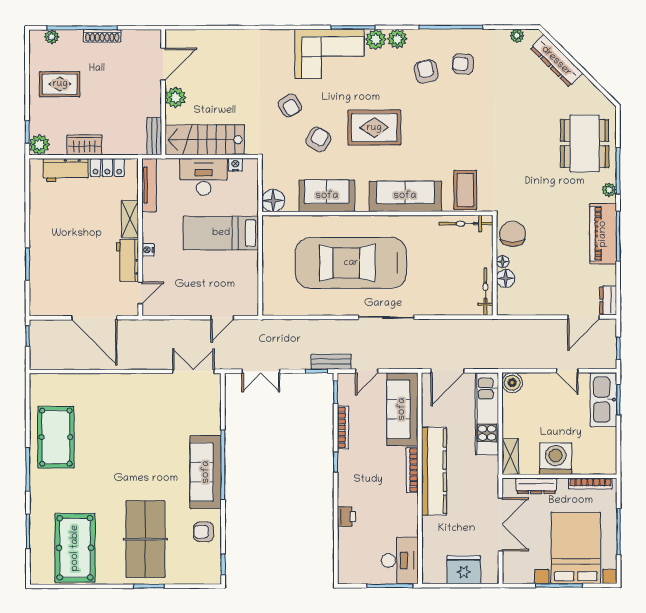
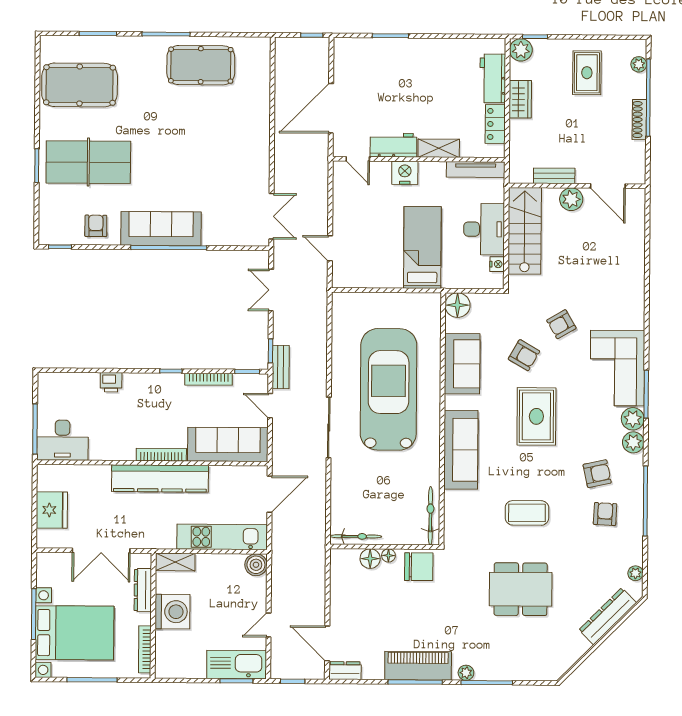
bench: (154, 136) -> (554, 176), moved
dining table: (585, 143) -> (521, 589), moved
coffee table: (465, 190) -> (527, 513), moved
nightstand: (148, 250) -> (405, 173), width x1.89, depth x1.79
door: (447, 371) -> (270, 494), swing flipped

